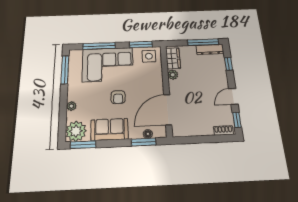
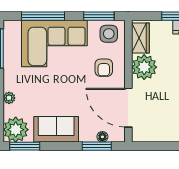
plant: (173, 75) -> (144, 67), width x1.87, depth x1.87
armchair: (118, 97) -> (104, 68), moved
door: (168, 110) -> (128, 108), hinge flipped

